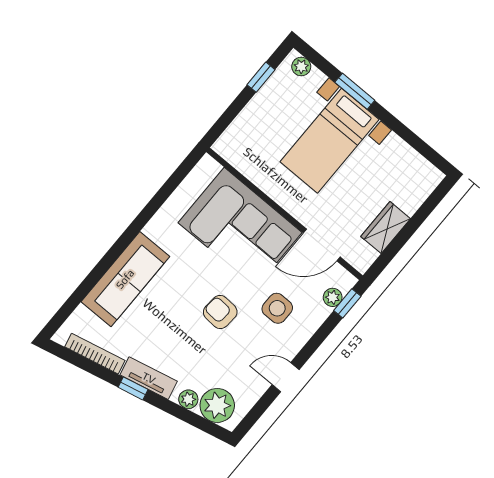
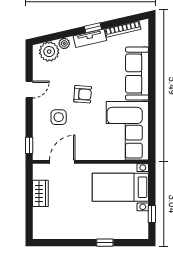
plant: (301, 67) -> (138, 234), removed
window: (355, 91) -> (105, 243), width x0.67
bed with nightstands: (329, 141) -> (120, 187), moved, turned -90
corner sofa: (240, 228) -> (127, 131), moved, turned -90
plant: (333, 297) -> (38, 143), removed

